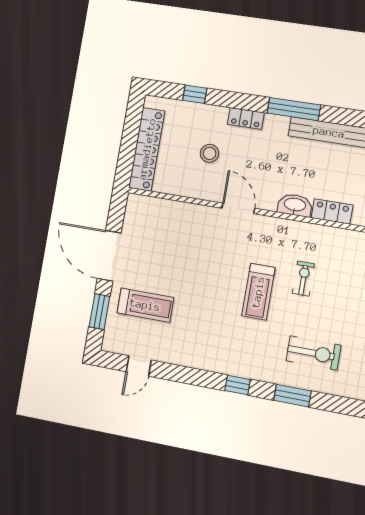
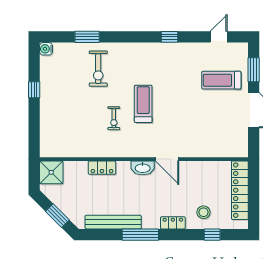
stool: (210, 153) -> (204, 212), moved
washbasin: (295, 205) -> (143, 168), moved
exercise bike: (314, 353) -> (98, 69), turned -90
window: (238, 385) -> (169, 37), moved
window: (292, 396) -> (87, 37), moved

